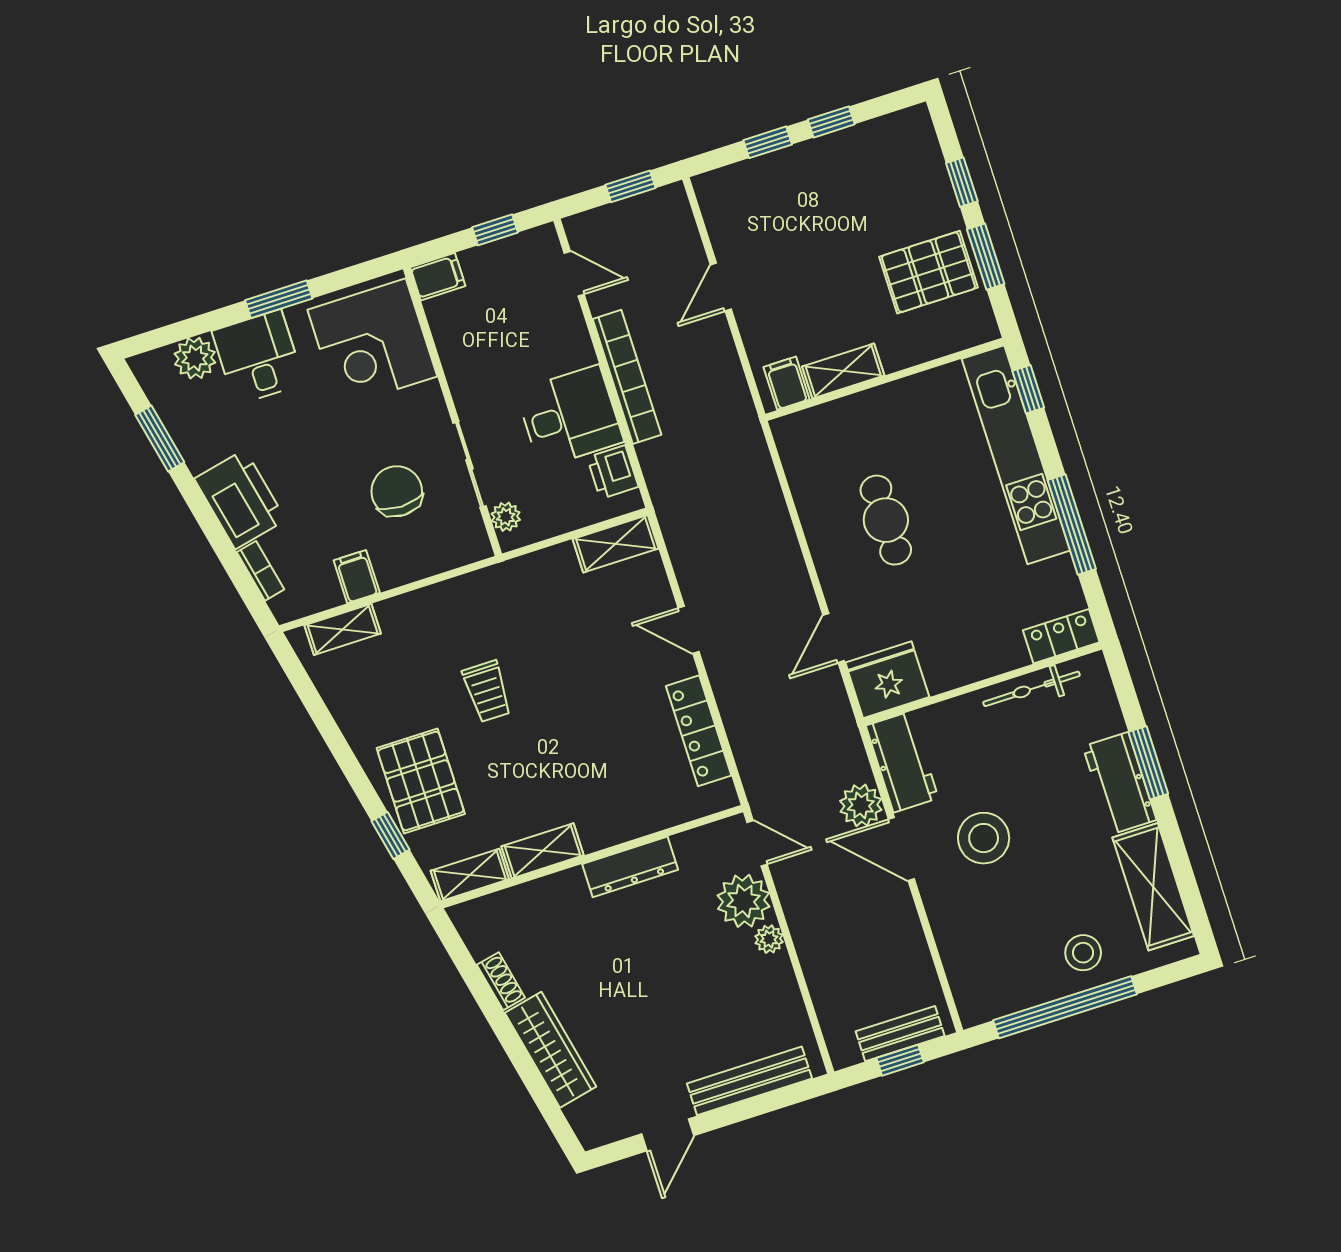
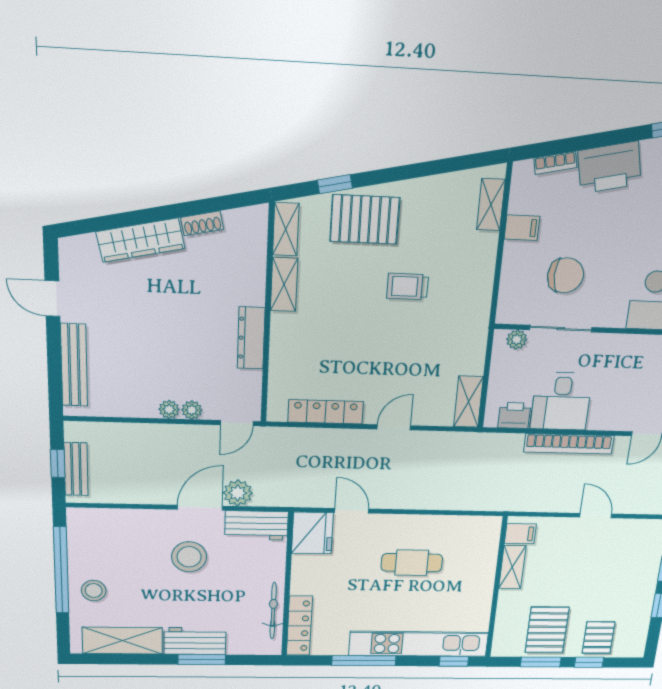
pallet: (915, 188) -> (598, 638), added
locker: (1061, 636) -> (299, 626), width x1.53
plant: (743, 901) -> (192, 410), width x0.53, depth x0.53

